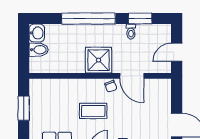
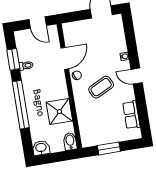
bidet: (39, 50) -> (70, 141), moved
shower: (99, 60) -> (59, 112), moved
coffee table: (93, 111) -> (101, 87), turned 64

